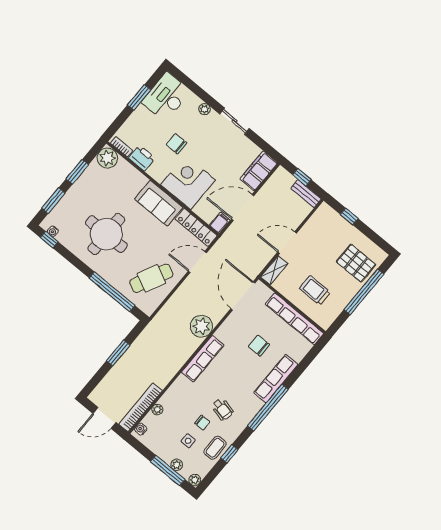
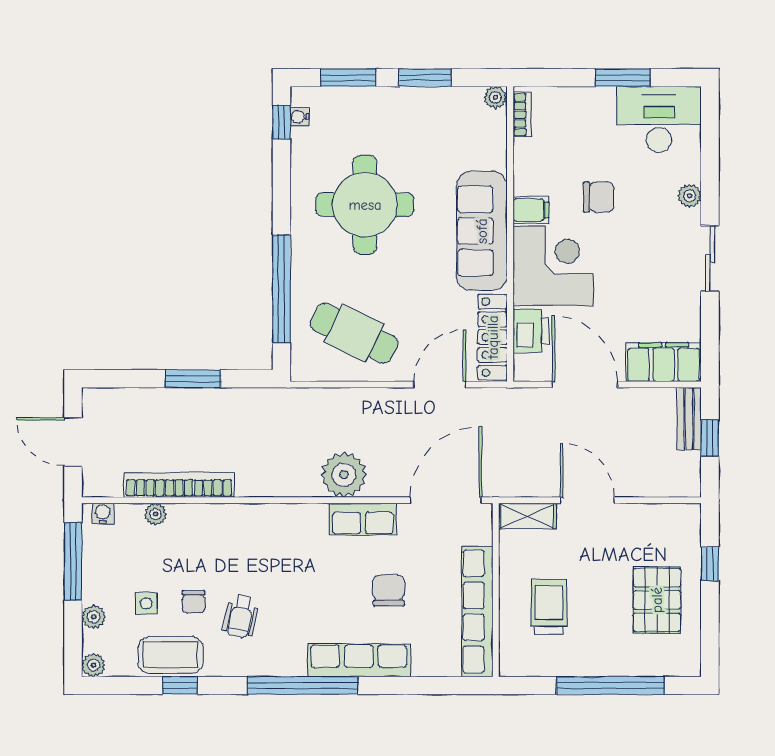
chair: (176, 144) -> (599, 197), turned 90
plant: (107, 158) -> (495, 97), width x0.53, depth x0.53
printer: (142, 158) -> (531, 331), moved
bench: (306, 194) -> (689, 419), moved
sofa: (159, 203) -> (482, 231), width x1.36
filing cabinet: (220, 223) -> (531, 210), moved
door: (197, 262) -> (440, 384), hinge flipped
pallet: (356, 263) -> (657, 600), moved
row of seats: (203, 359) -> (363, 519), moved, width x0.68
bookcase: (141, 407) -> (179, 485), moved
coffee table: (215, 448) -> (171, 655), width x1.36, depth x1.30
window: (168, 470) -> (73, 561), moved

